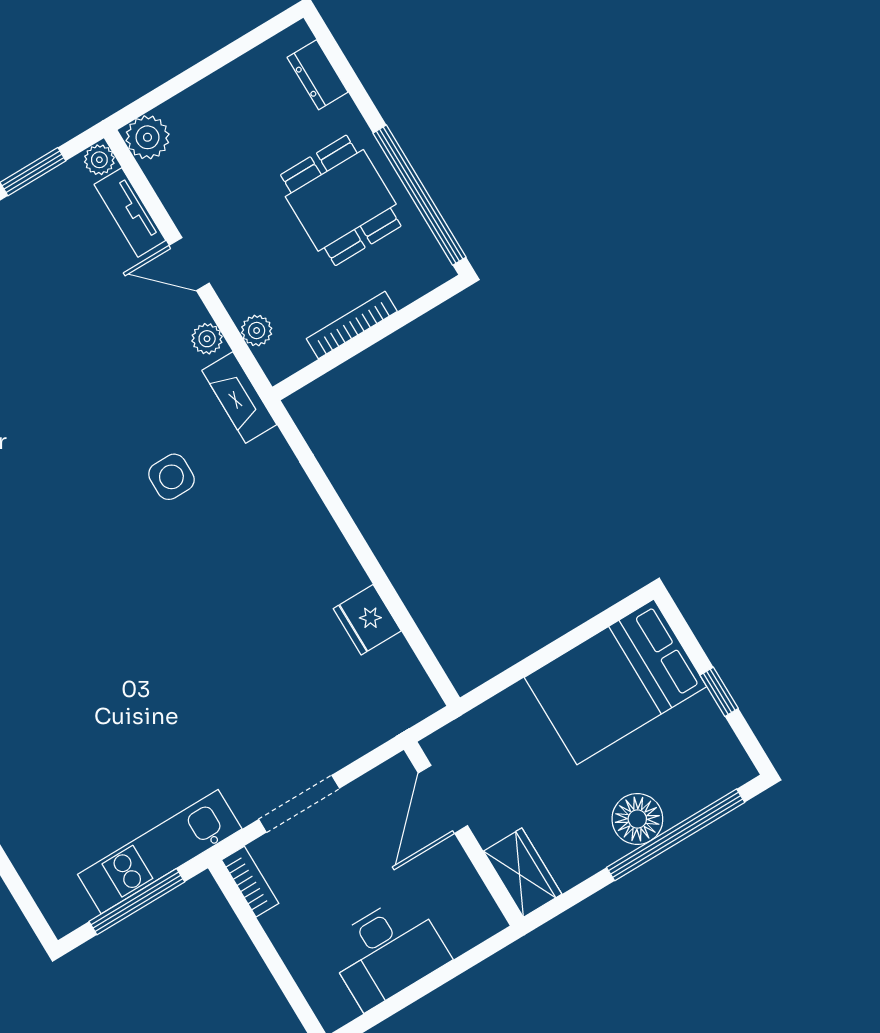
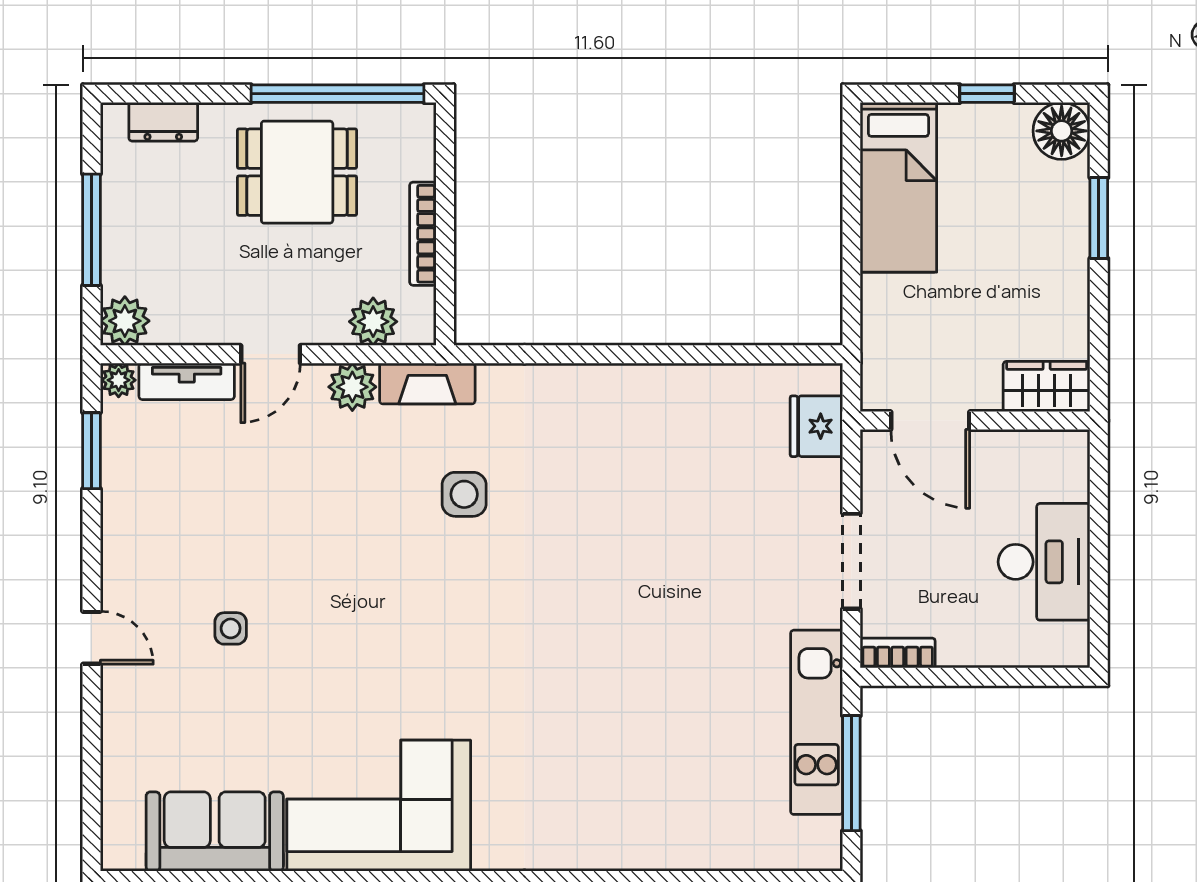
window: (202, 70) -> (91, 230), added
plant: (257, 330) -> (373, 322), width x1.38, depth x1.38
plant: (207, 339) -> (352, 387), width x1.38, depth x1.38
fridge: (367, 620) -> (816, 426), moved, turned 90
bed: (615, 682) -> (898, 187), width x0.67
floor lamp: (637, 819) -> (1062, 131), moved
window: (676, 835) -> (1099, 218), width x0.47

